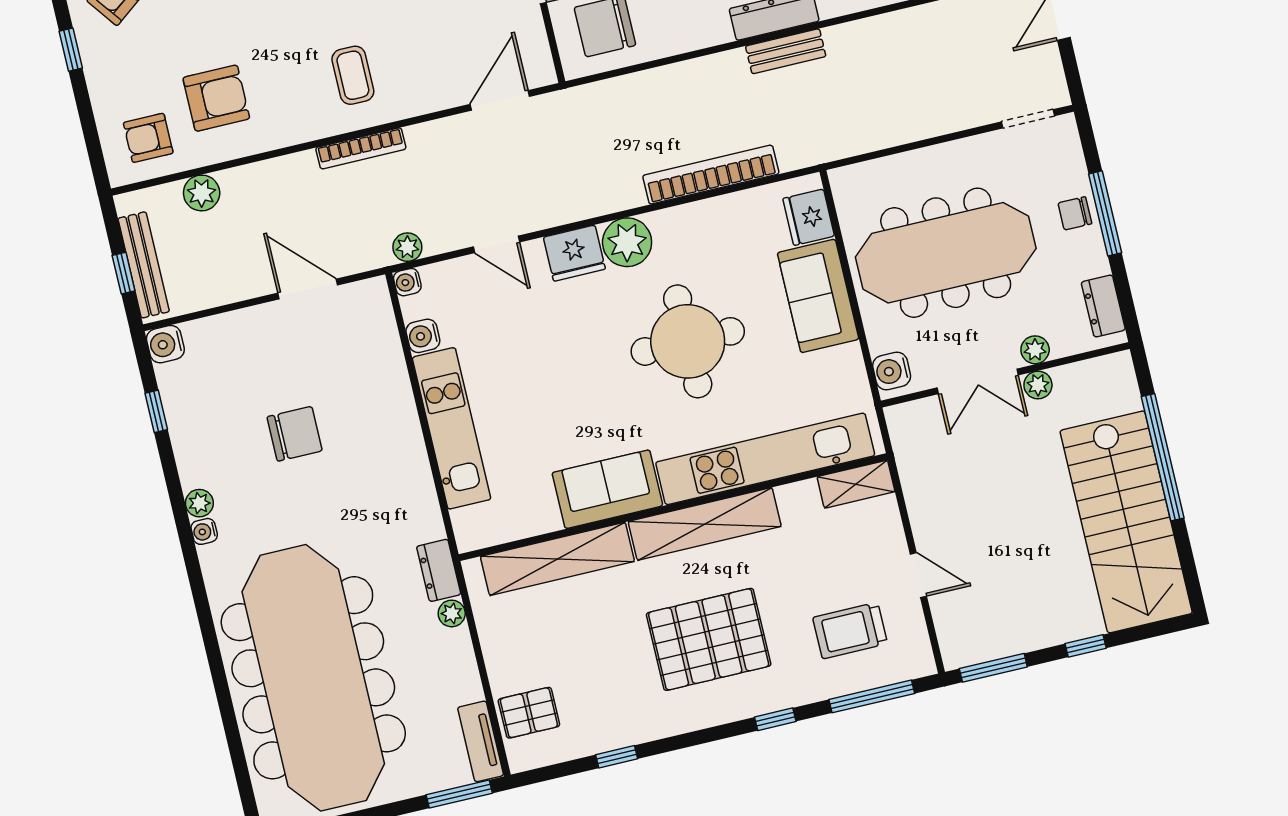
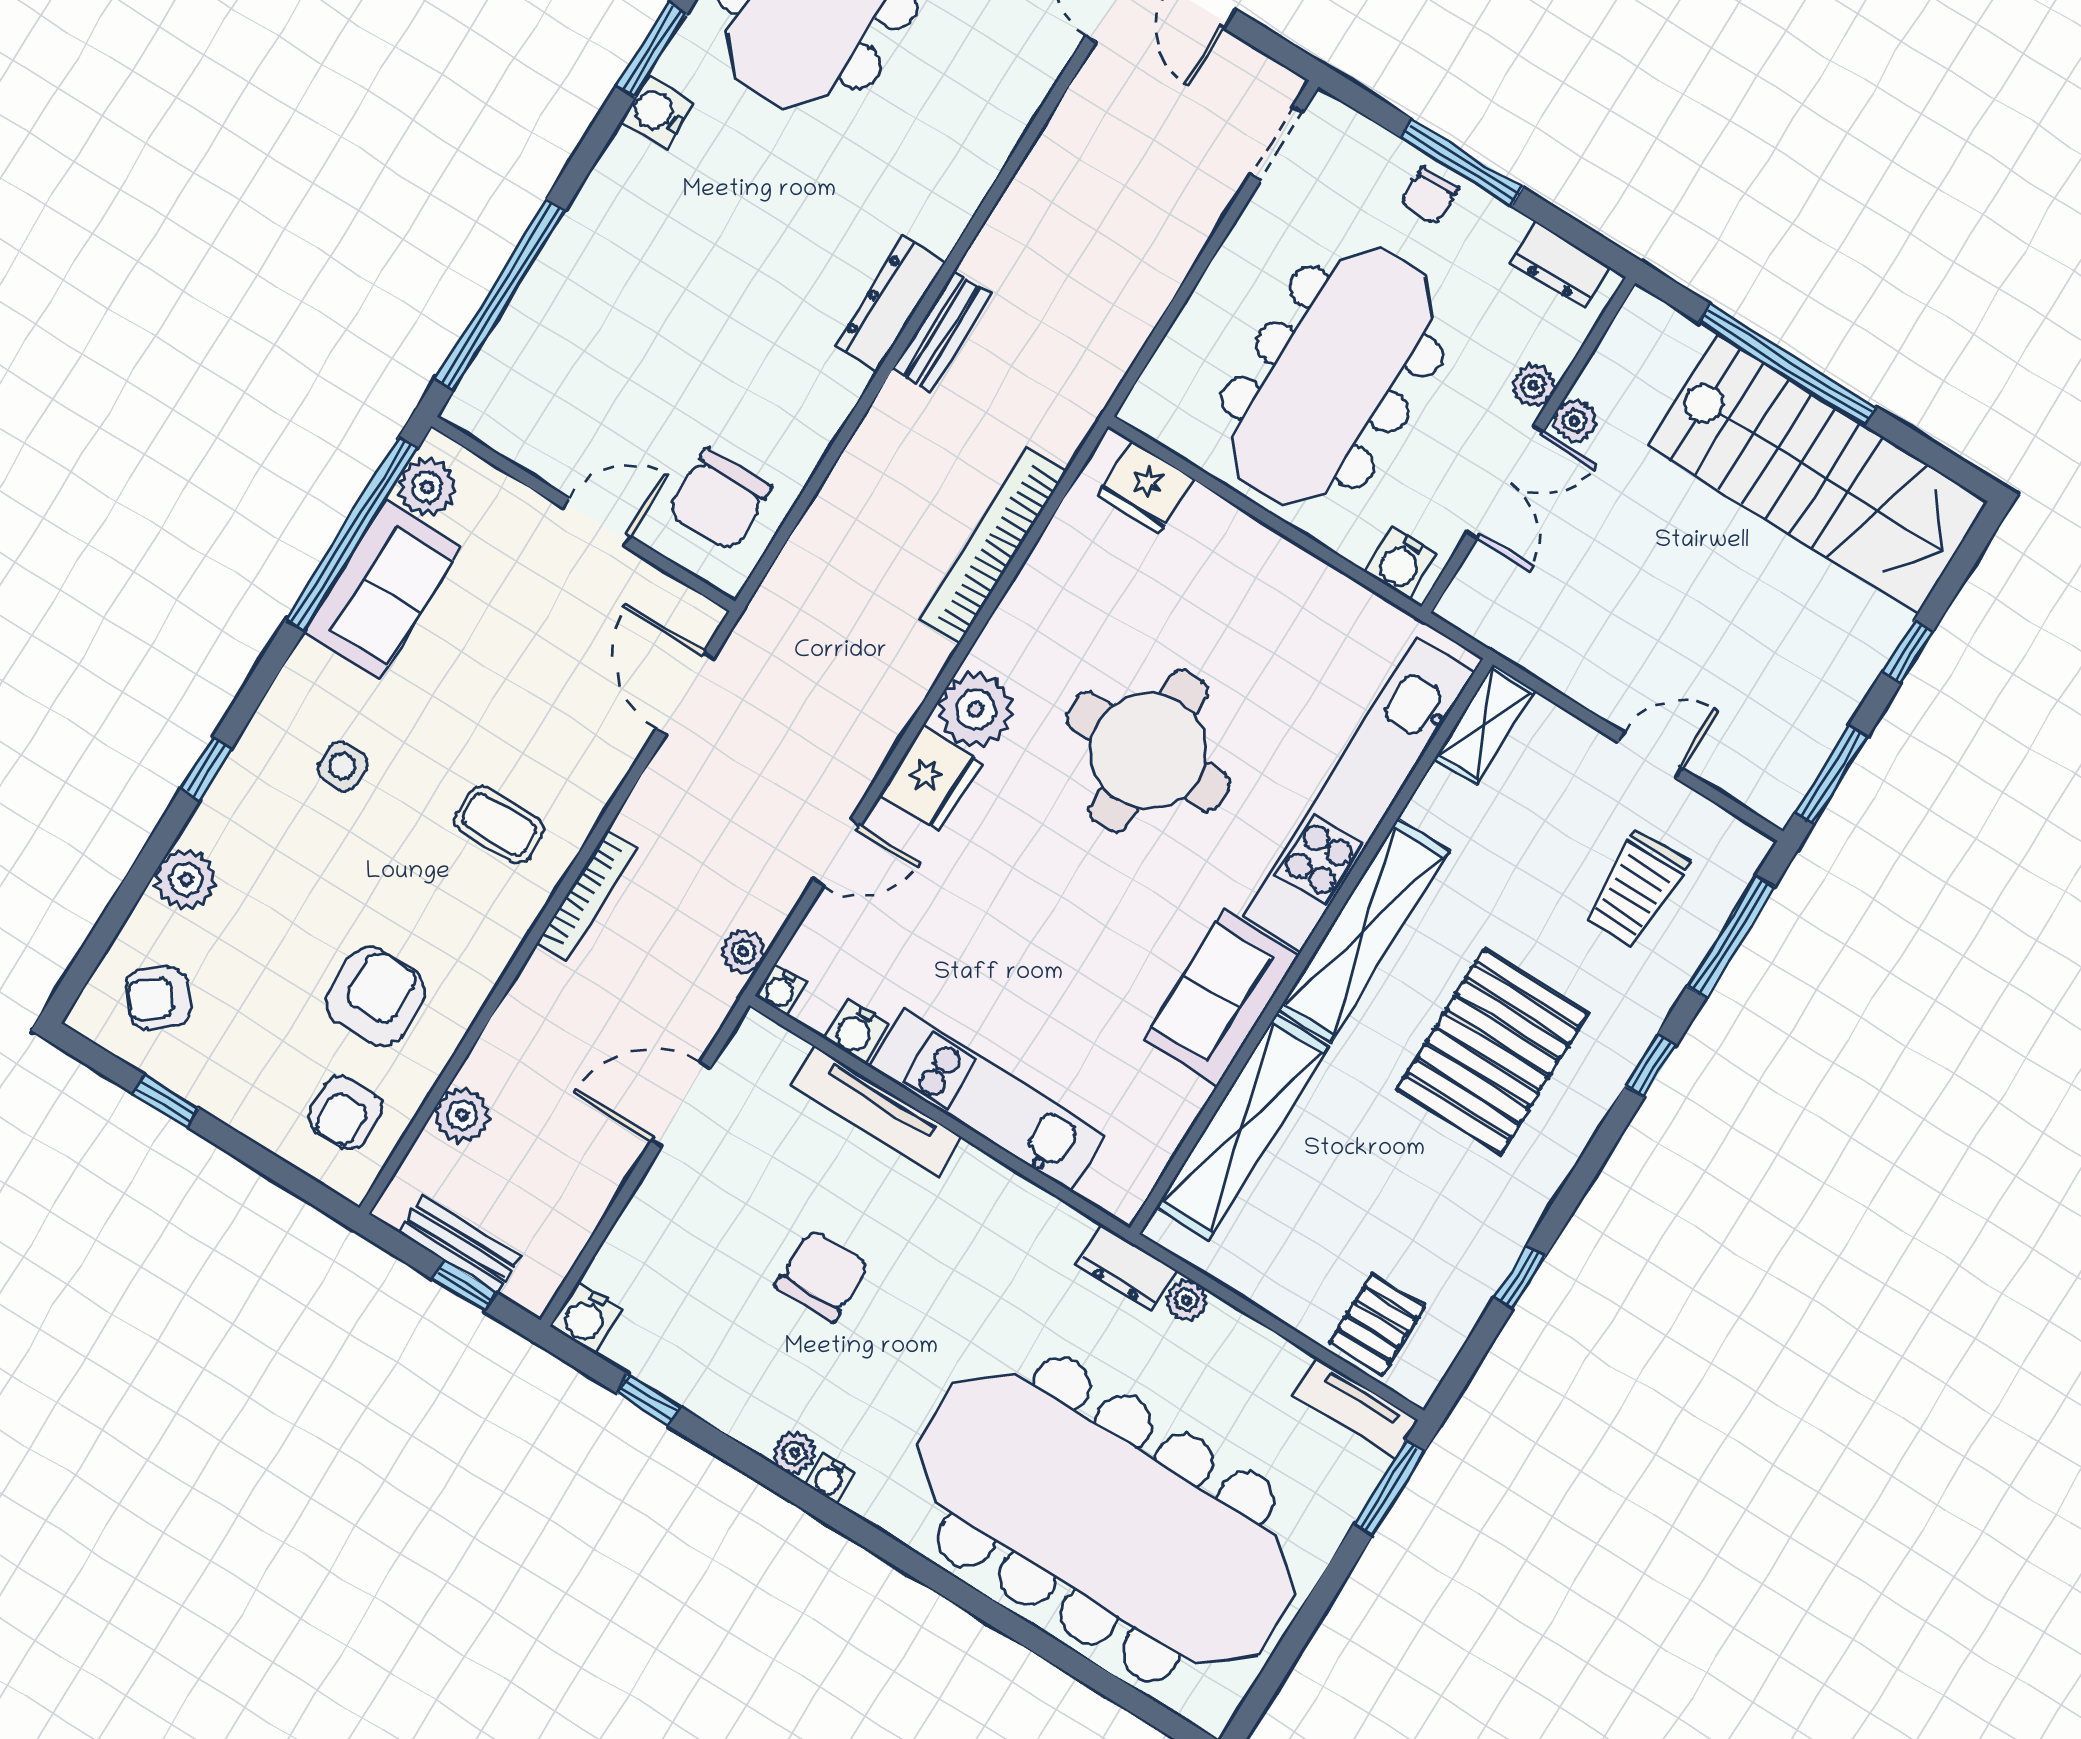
bench: (144, 265) -> (459, 1244), width x0.73
sofa: (818, 296) -> (1241, 562), removed
tv unit: (395, 382) -> (876, 1111), added

